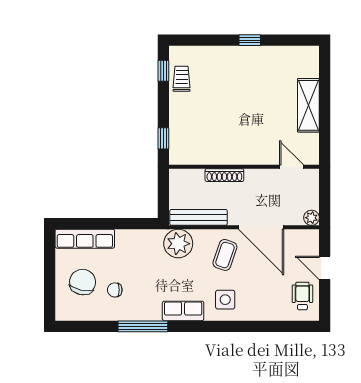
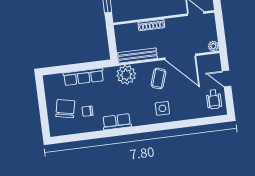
row of seats: (85, 239) -> (83, 77), moved
wheelchair: (302, 296) -> (214, 99), turned 180
row of seats: (183, 311) -> (117, 122), moved
window: (143, 326) -> (109, 133), removed

